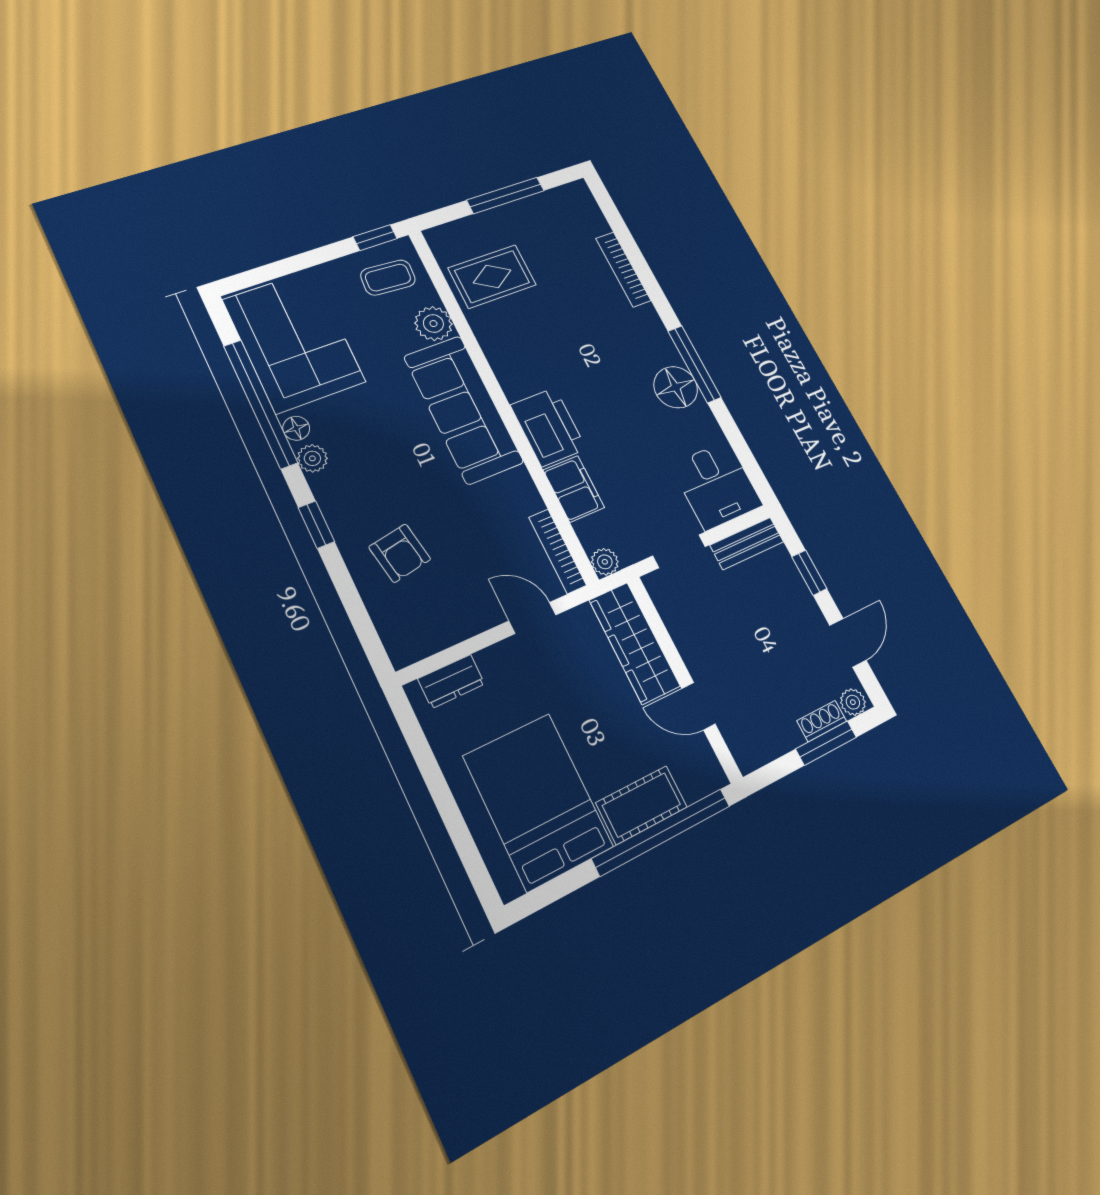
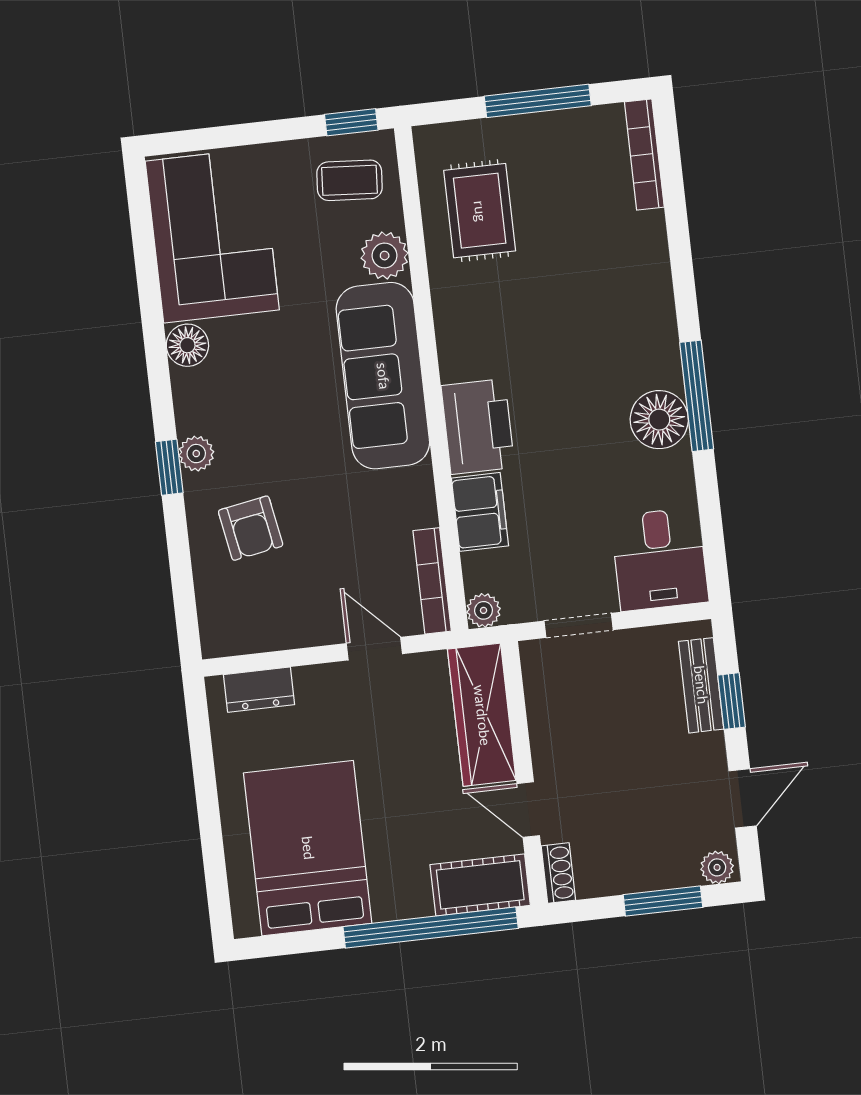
bookcase: (623, 269) -> (644, 155), moved
rug: (492, 277) -> (480, 211), turned 90
window: (260, 404) -> (151, 305), removed
floor lamp: (296, 428) -> (187, 345), width x1.37, depth x1.37
plant: (312, 458) -> (196, 454), moved
bench: (747, 543) -> (701, 685), moved, turned 90
shoe rack: (822, 721) -> (558, 873), moved, turned 90
cot: (642, 805) -> (480, 885), moved

